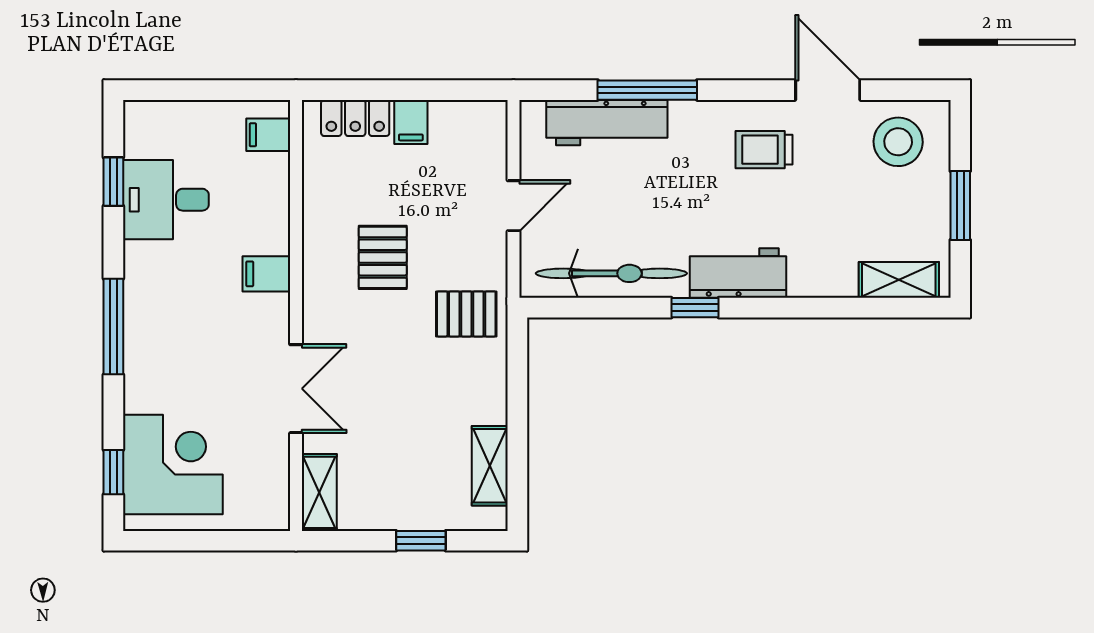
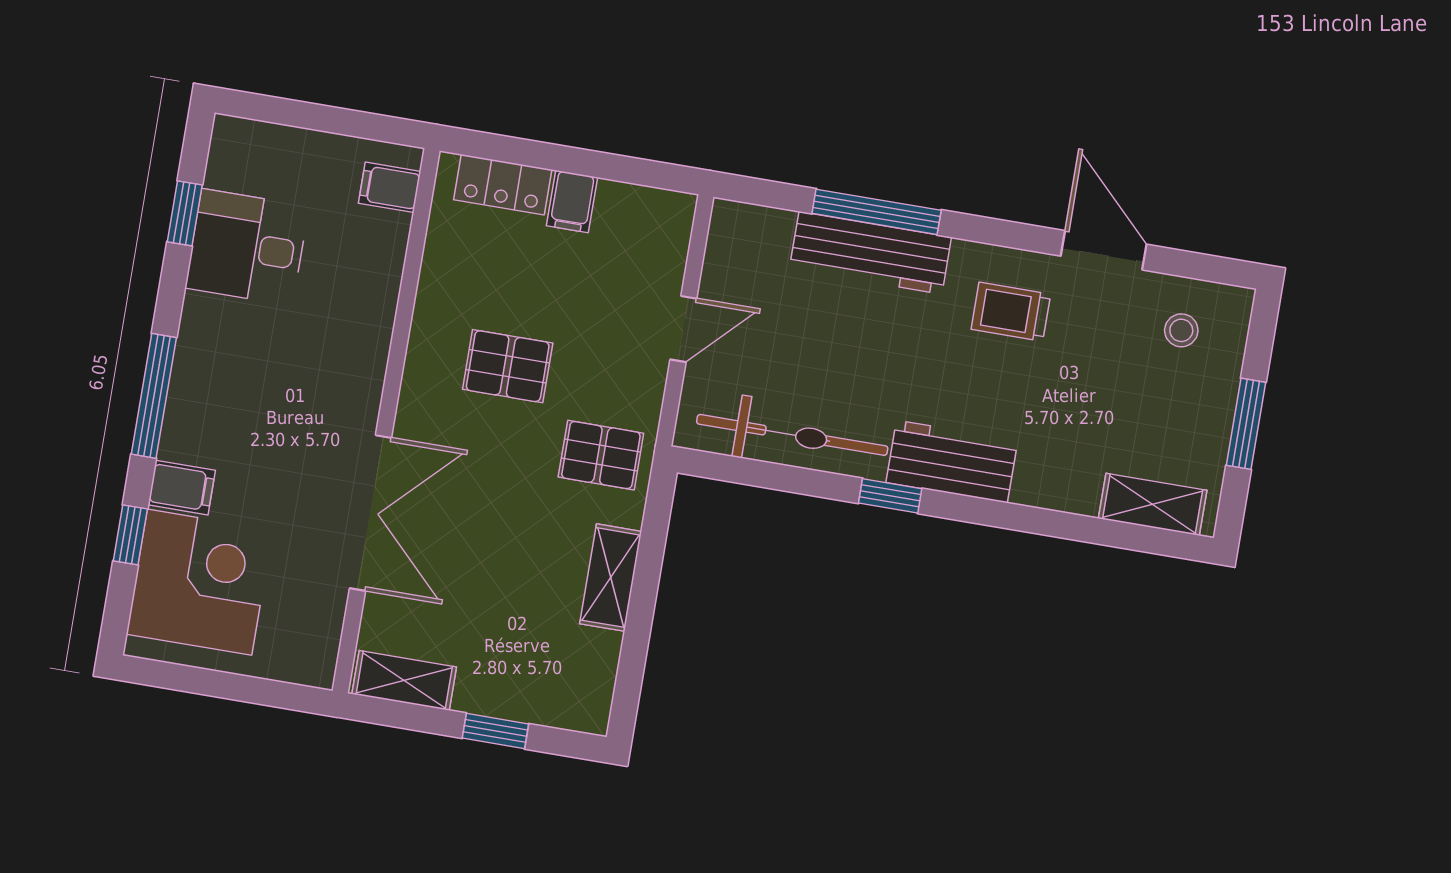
workbench: (607, 123) -> (870, 253), moved
stool: (898, 142) -> (1181, 330), width x0.53, depth x0.53
pallet: (383, 257) -> (508, 366), turned 90
filing cabinet: (266, 274) -> (182, 488), moved, turned 180
double door: (296, 389) -> (371, 513), width x1.37
shelving: (490, 466) -> (611, 578), moved
window: (113, 472) -> (130, 535), moved
shelving: (319, 492) -> (404, 681), moved, turned 90

